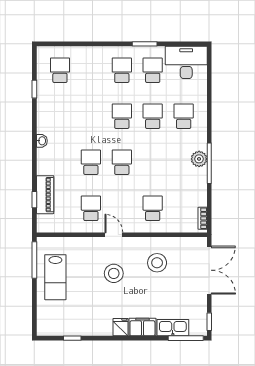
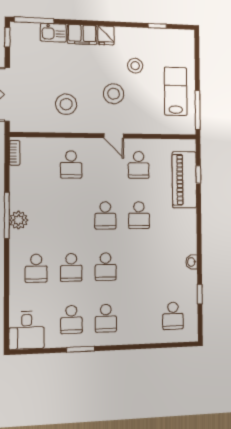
desk: (186, 62) -> (27, 330), width x0.73
washbasin: (42, 141) -> (192, 262), moved
piano: (45, 195) -> (184, 180), width x1.37, depth x1.33
stool: (94, 300) -> (135, 66), added
kitchen sink: (173, 328) -> (53, 33), width x0.73

